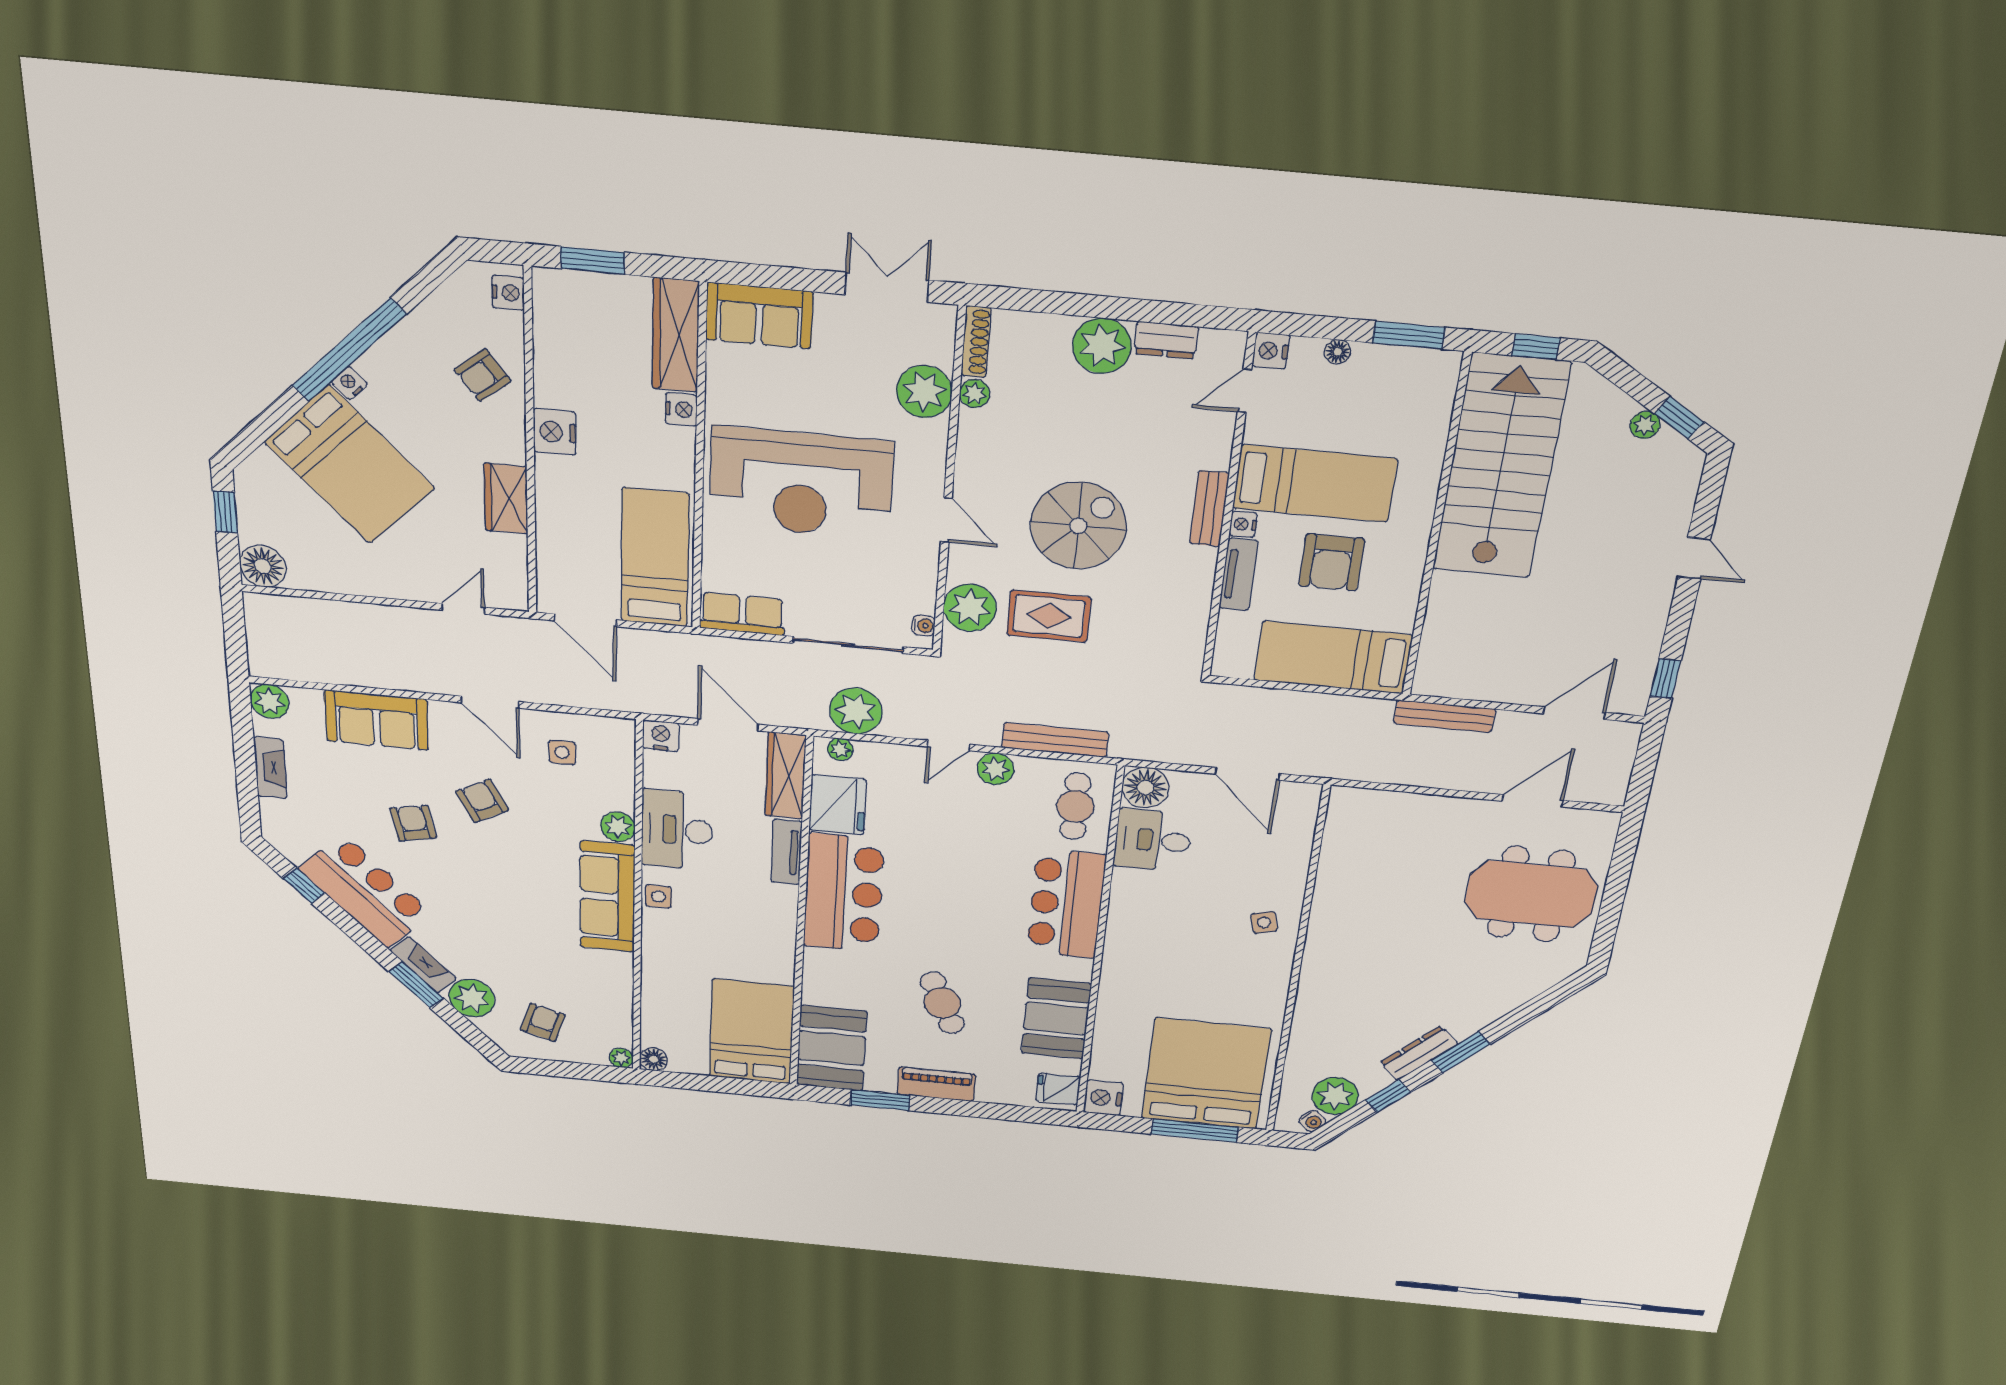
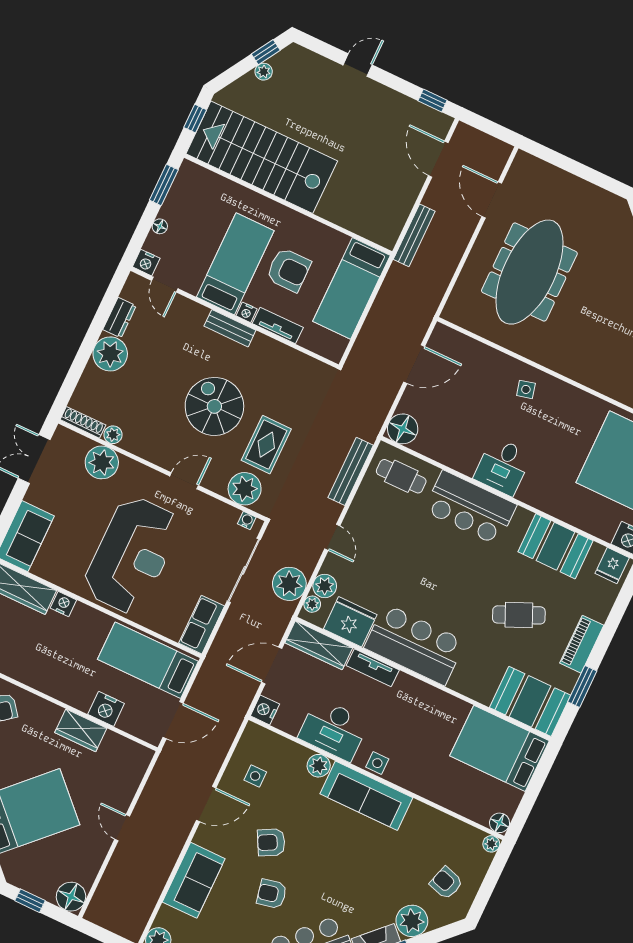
nightstand: (555, 432) -> (106, 709), moved
door: (463, 609) -> (122, 828), moved
plant: (996, 769) -> (325, 586), moved
desk: (1153, 840) -> (503, 466), moved
meeting table: (1531, 894) -> (529, 272), moved, width x1.36

